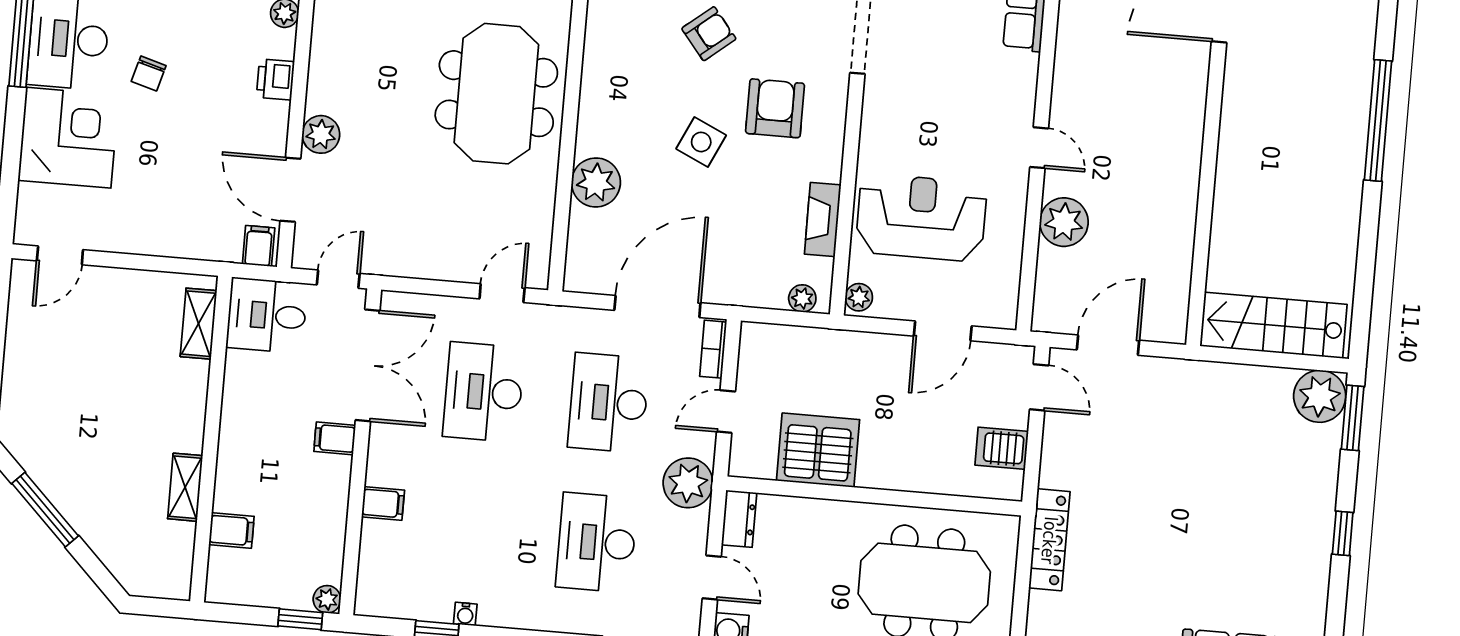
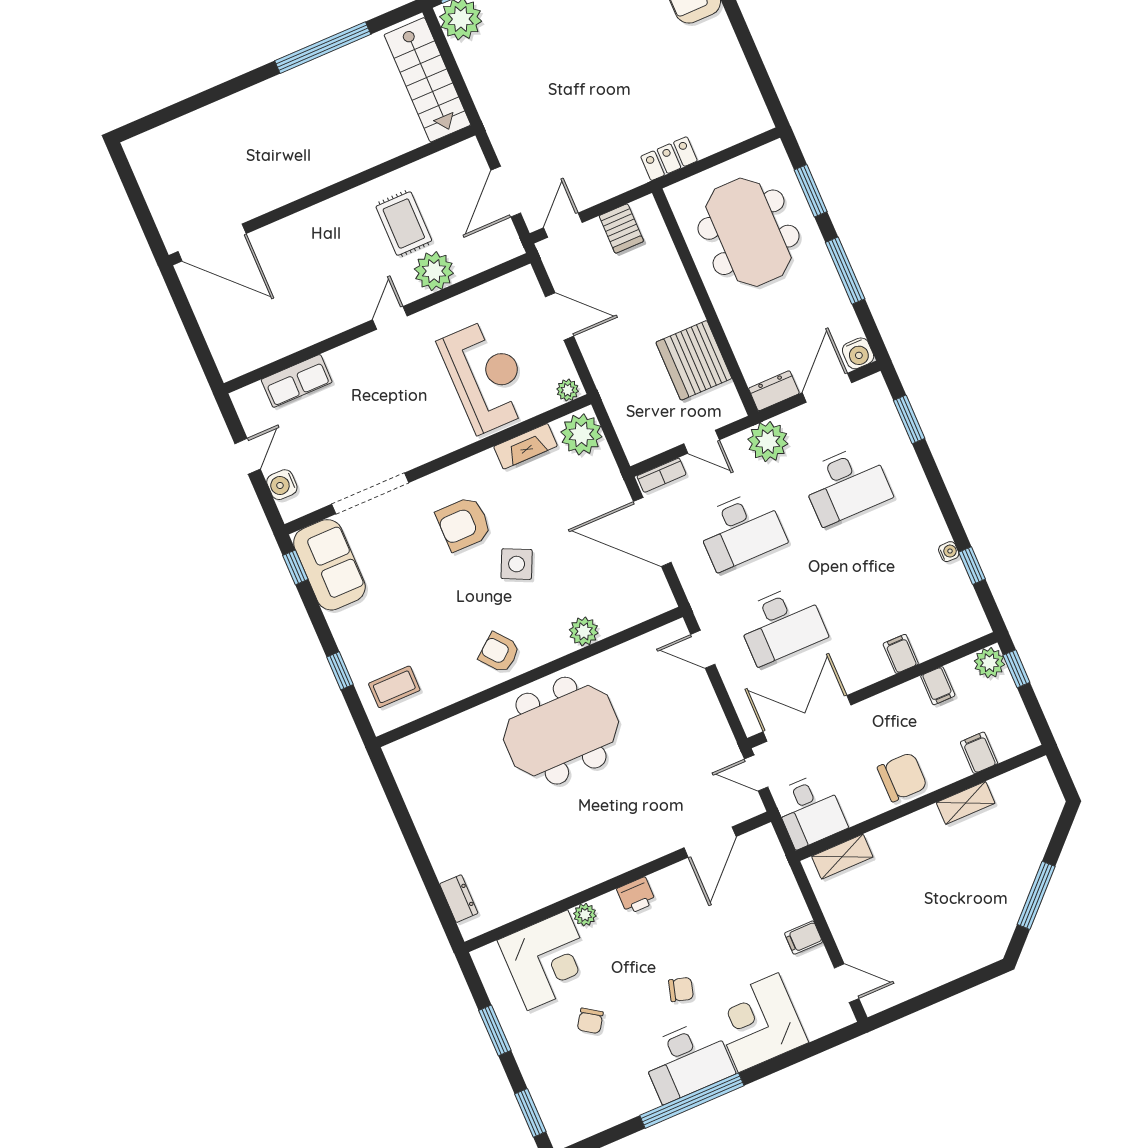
armchair: (709, 34) -> (499, 653), moved
window: (1378, 120) -> (323, 48), moved
plant: (321, 134) -> (658, 842), removed
plant: (596, 183) -> (584, 631), width x0.73, depth x0.73
rug: (1132, 217) -> (404, 224), added
reception desk: (921, 218) -> (486, 376), turned 180
filing cabinet: (259, 246) -> (804, 938), moved
plant: (802, 298) -> (581, 434), width x1.88, depth x1.88
door: (1108, 345) -> (506, 192), hinge flipped
chair: (250, 434) -> (902, 777), added
filing cabinet: (335, 438) -> (938, 686), moved
locker: (1049, 540) -> (669, 159), width x0.66
door: (712, 577) -> (827, 388), width x1.38
plant: (327, 599) -> (989, 663), width x1.38, depth x1.38

